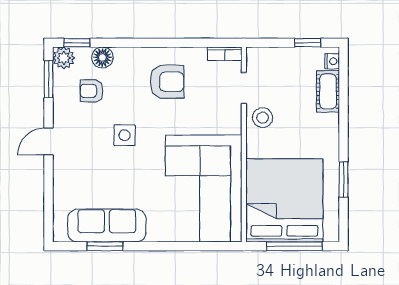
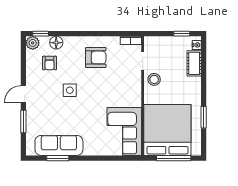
window: (49, 79) -> (23, 121), moved
armchair: (92, 91) -> (50, 63), turned -90
corner sofa: (204, 189) -> (124, 131), width x0.73, depth x0.74

